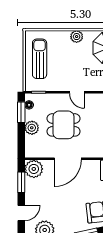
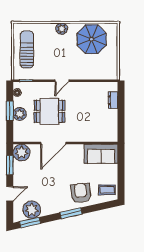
door: (77, 92) -> (62, 81), hinge flipped
window: (21, 112) -> (10, 111), moved

